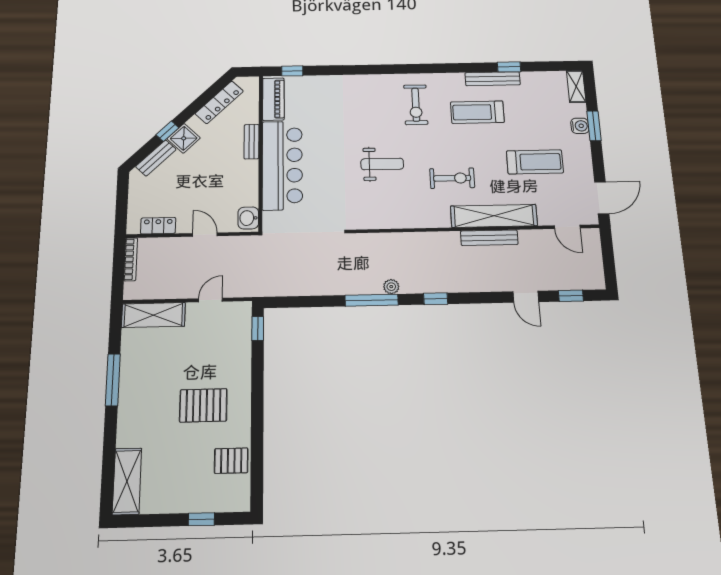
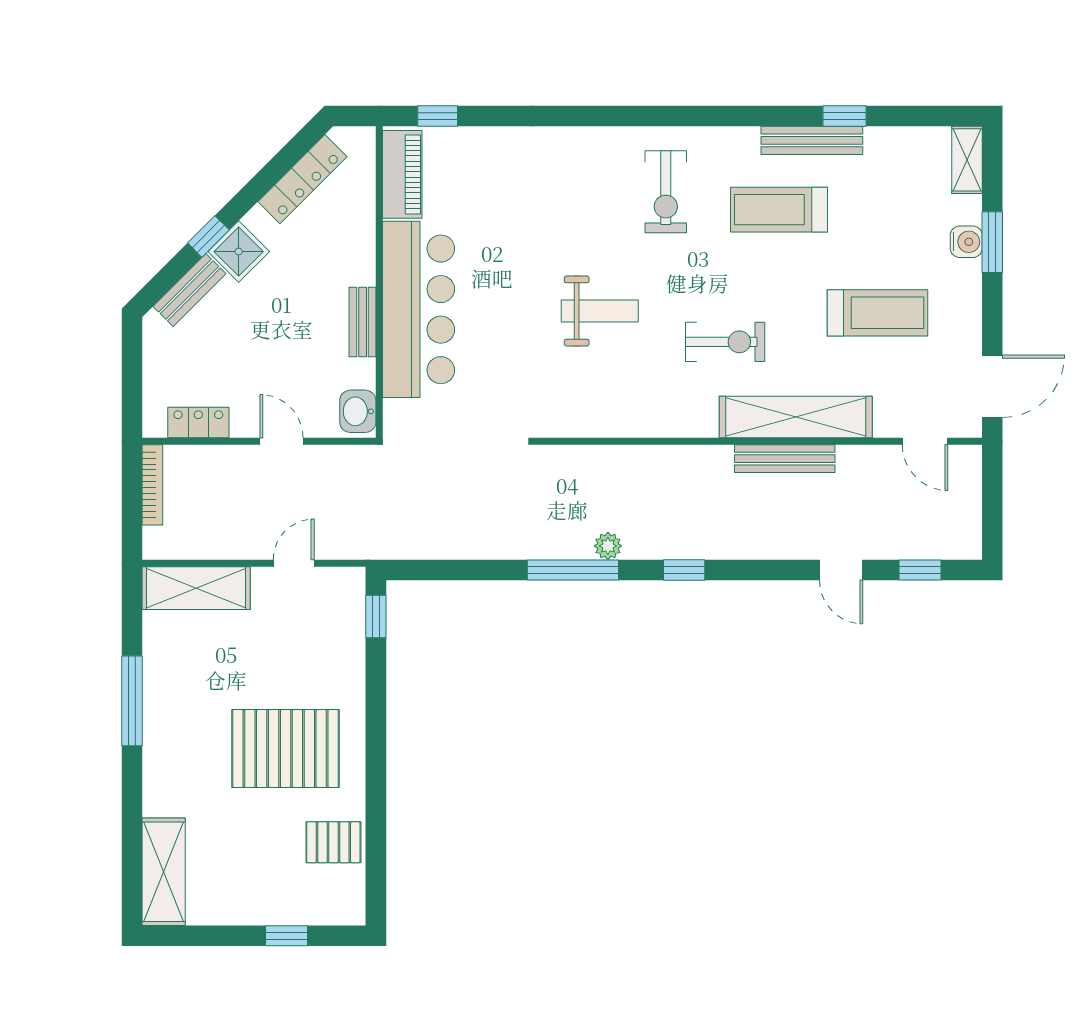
bench: (252, 142) -> (363, 322), moved
pallet: (203, 405) -> (286, 749), width x1.37, depth x1.41

